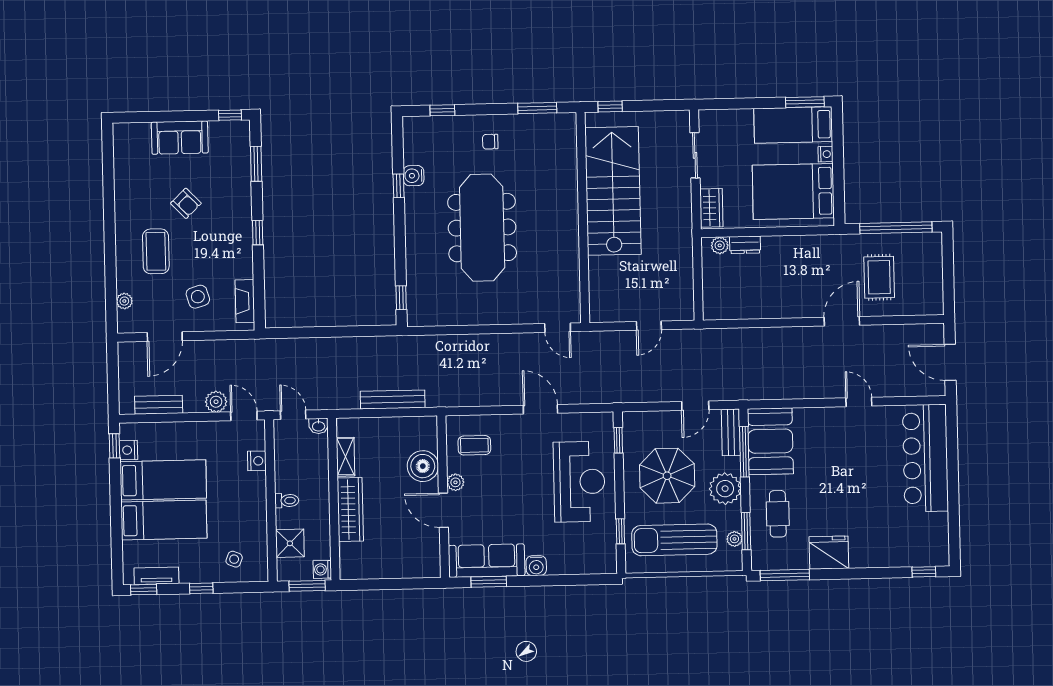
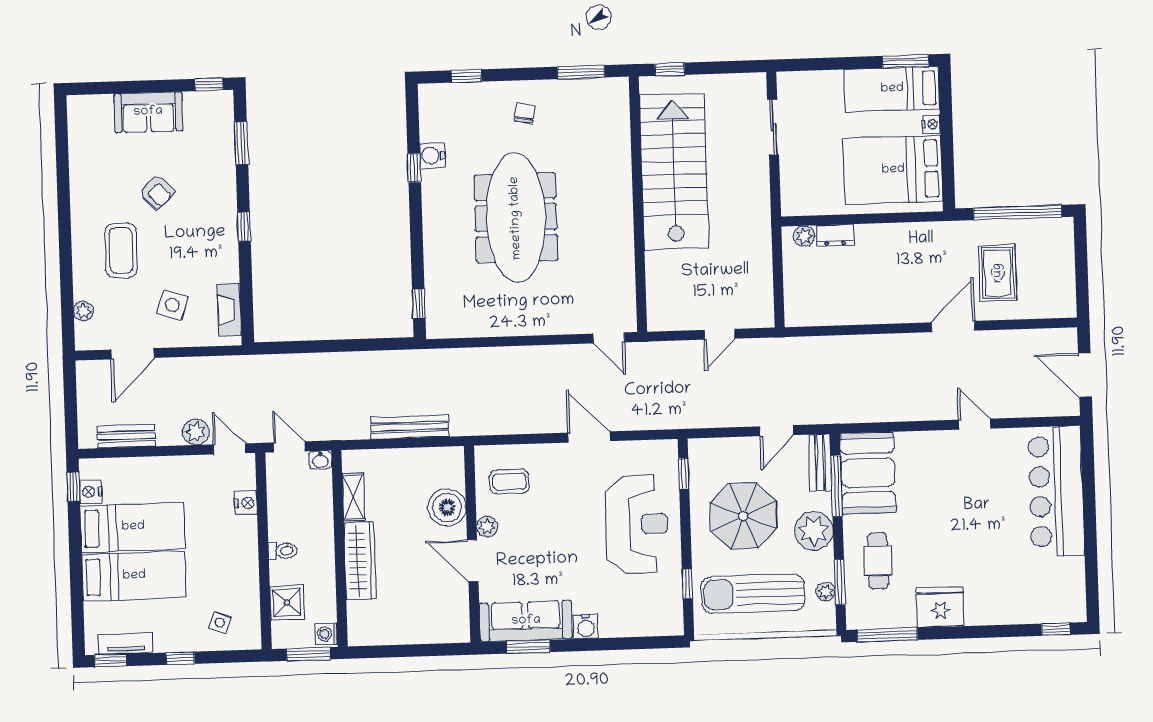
chair: (490, 142) -> (525, 113), turned 100
wardrobe: (711, 208) -> (794, 191), removed
side table: (198, 297) -> (172, 305), turned 35

